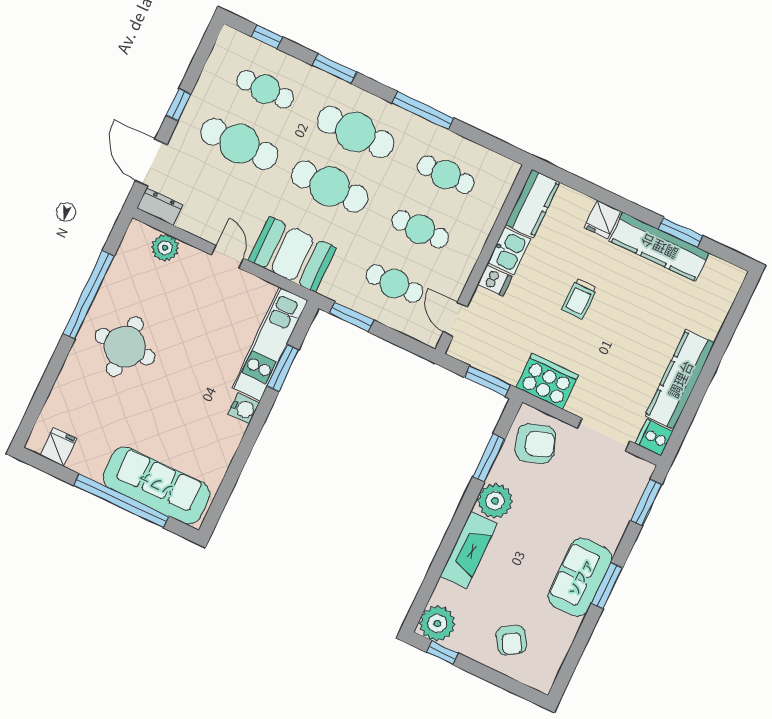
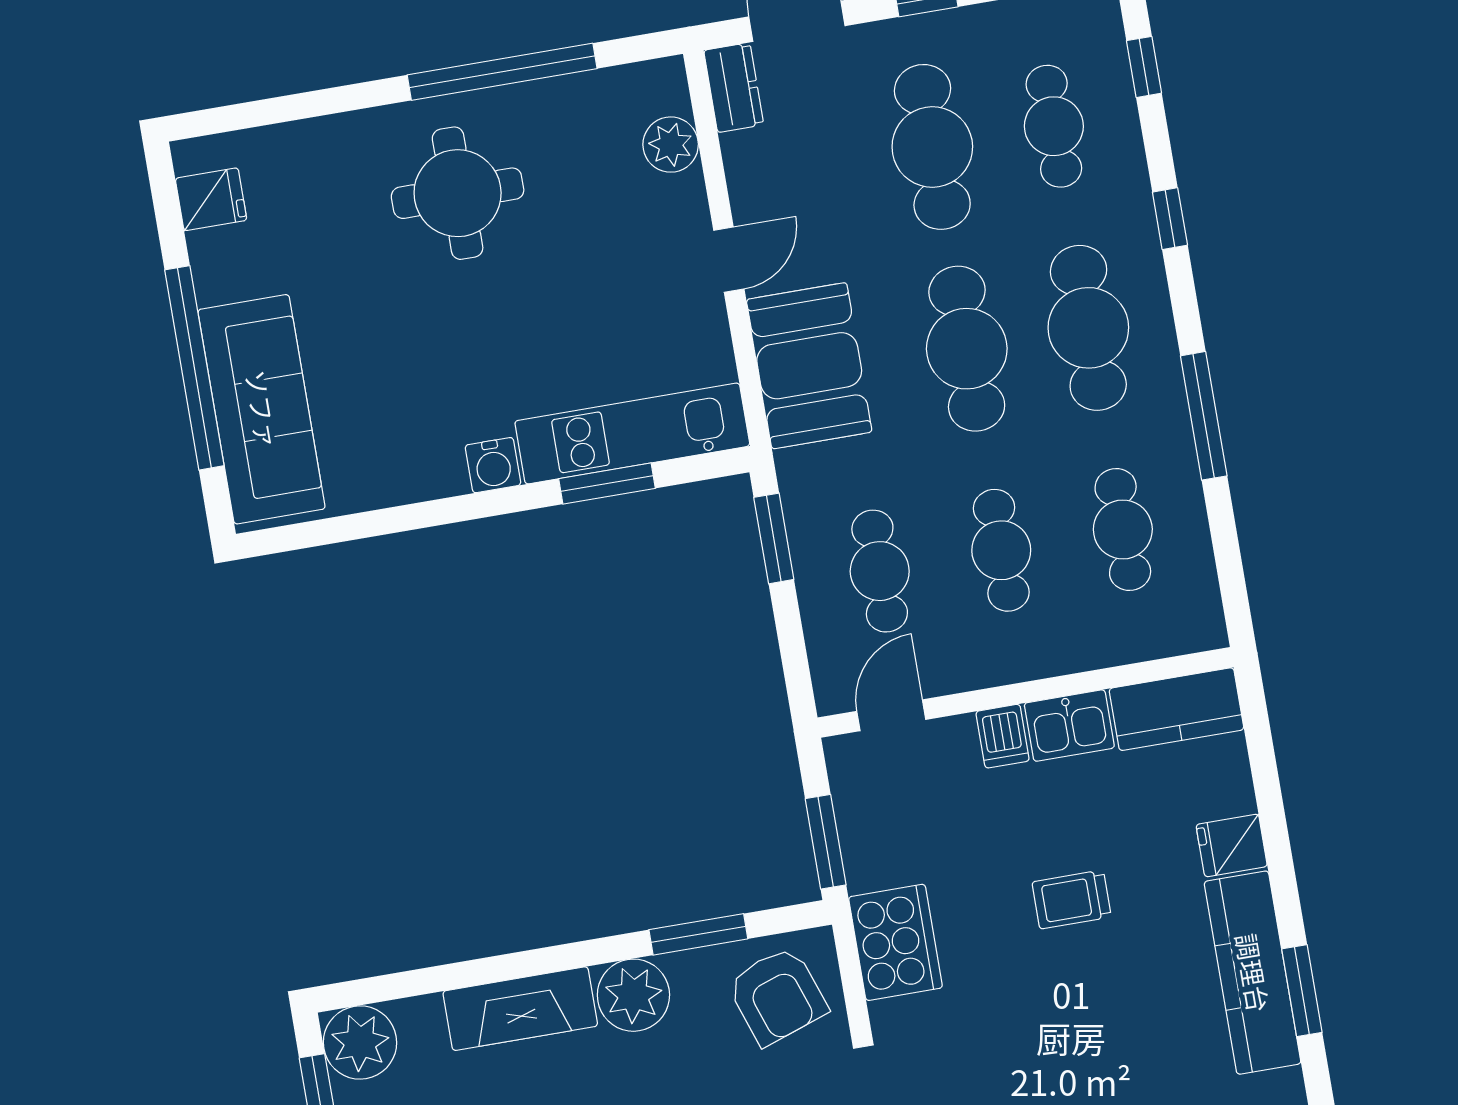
window: (335, 69) -> (1170, 219), width x0.67

